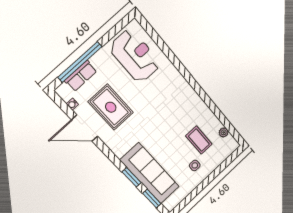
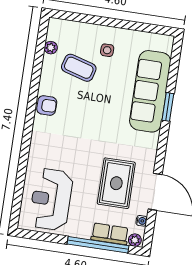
plant: (63, 89) -> (135, 240), added
armchair: (194, 102) -> (47, 105), added
coffee table: (199, 140) -> (79, 68), turned -74
window: (152, 198) -> (174, 68), removed

